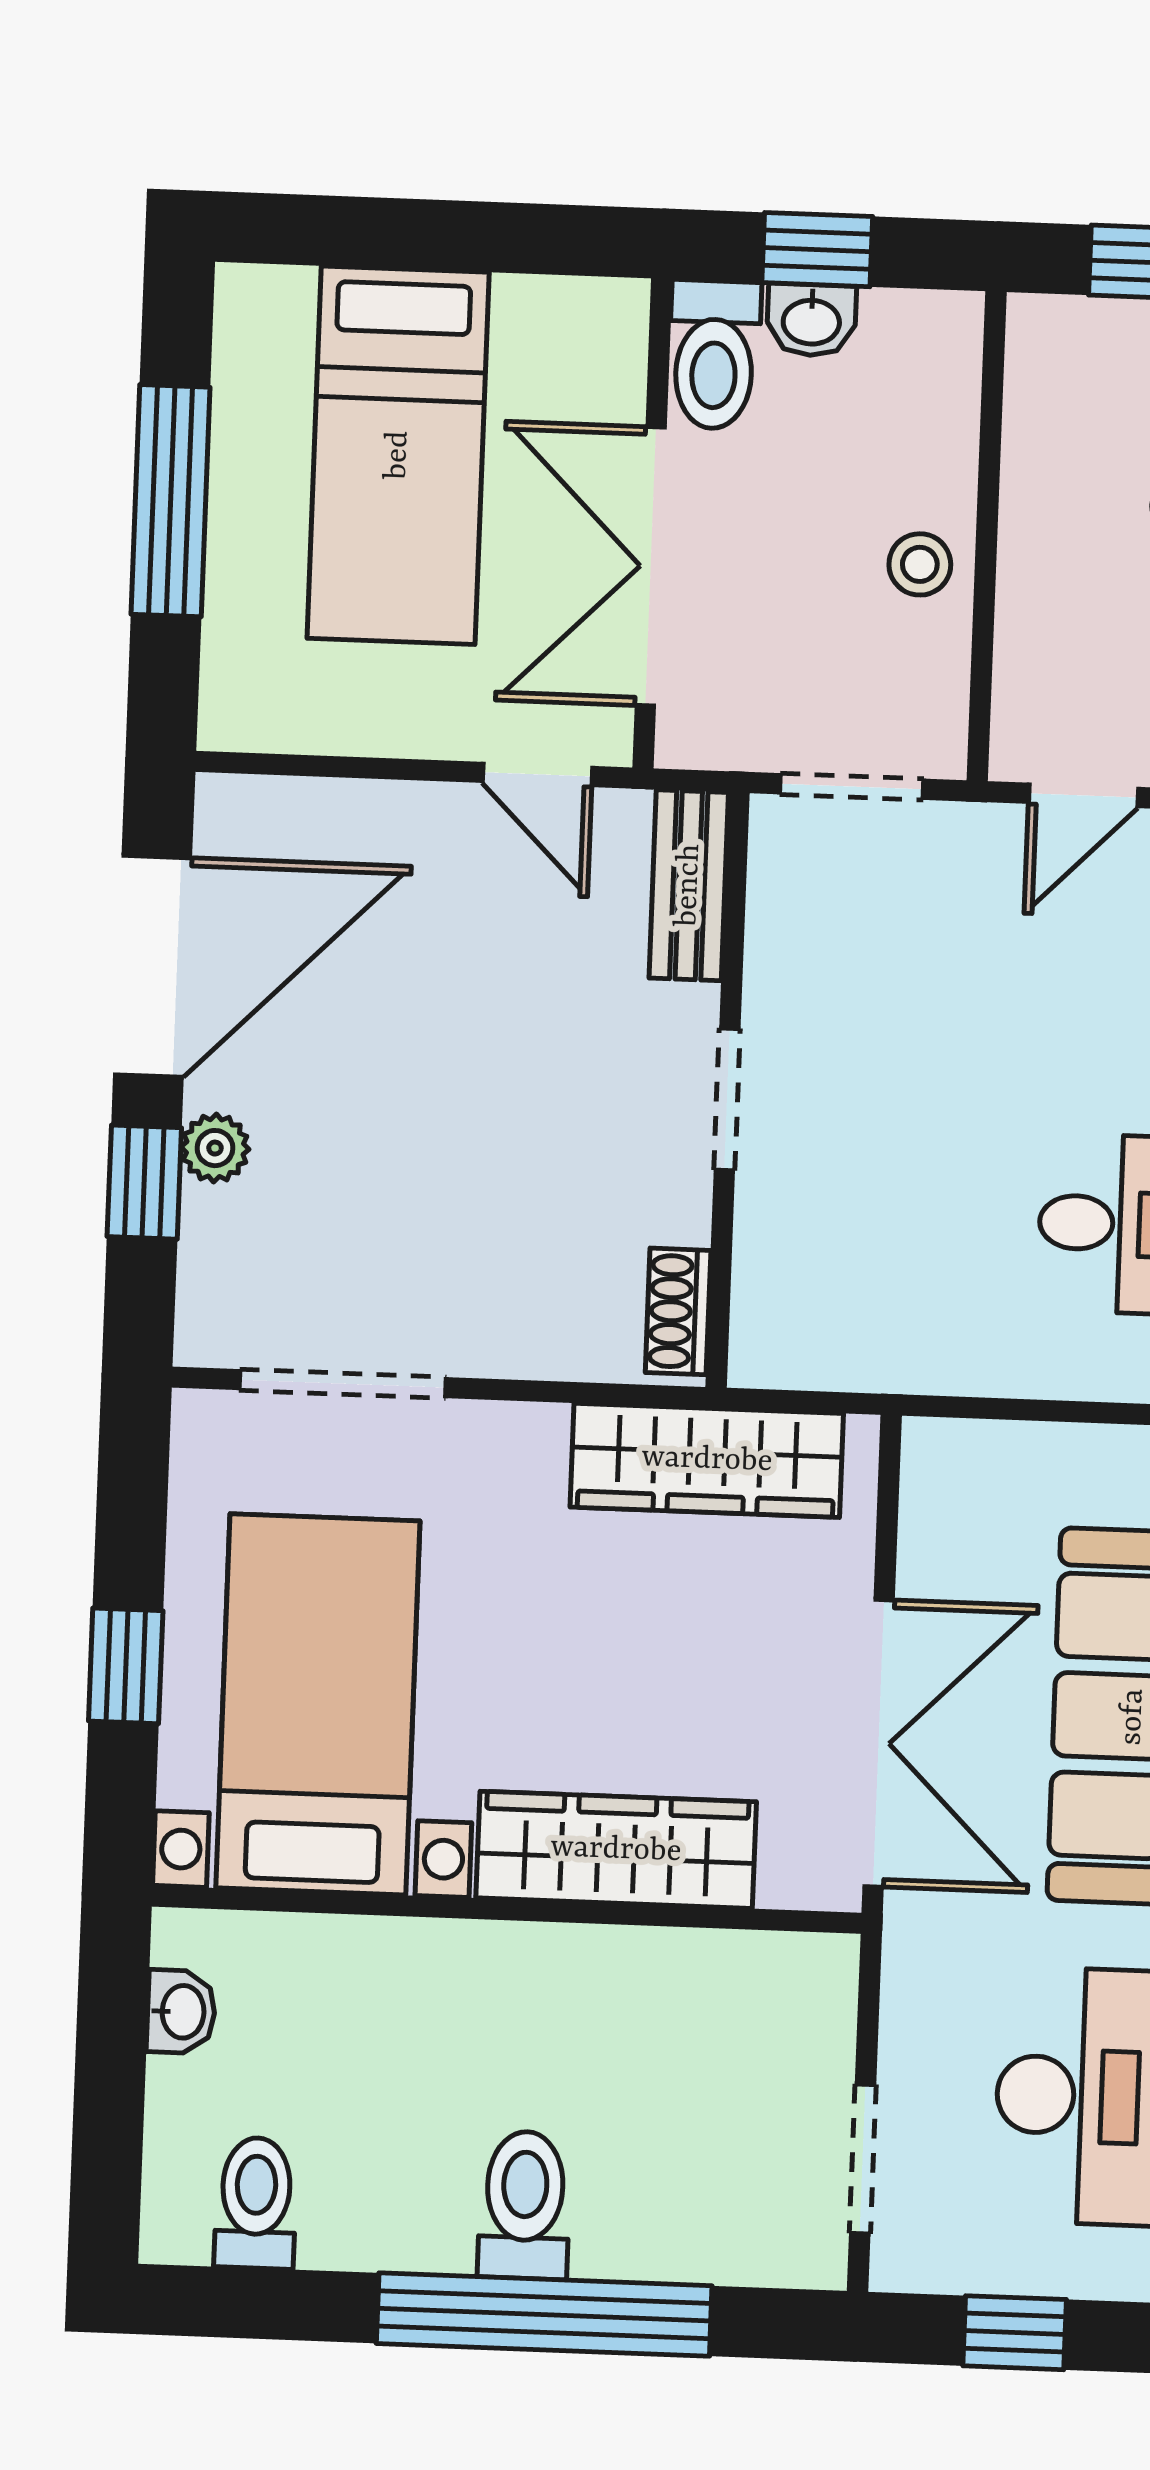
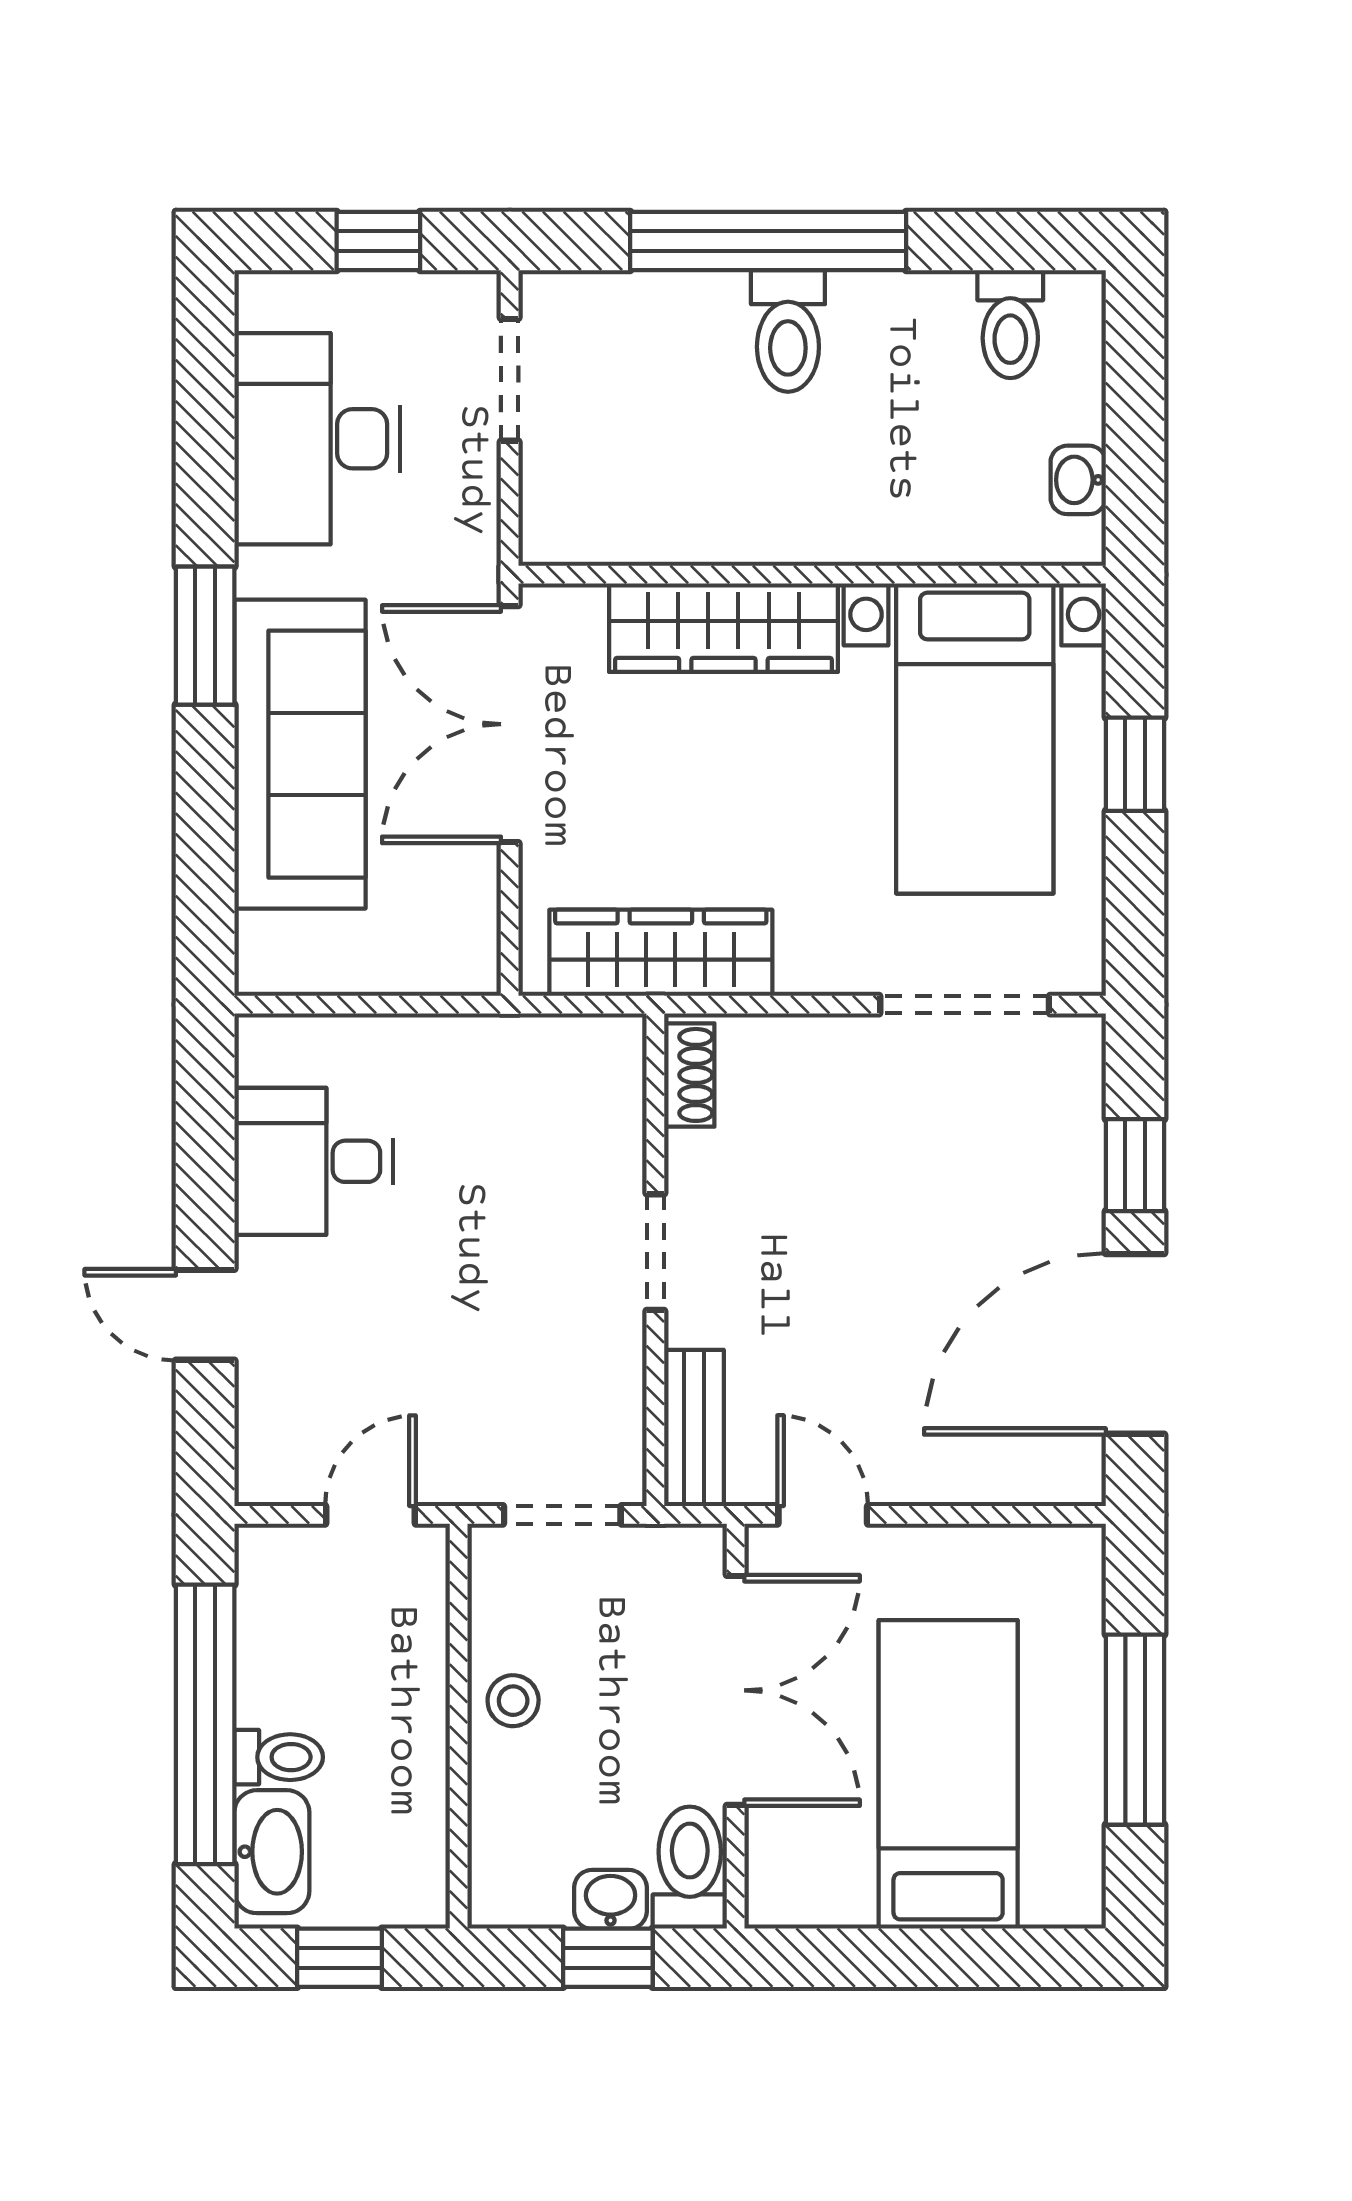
plant: (215, 1148) -> (1078, 1195), removed

